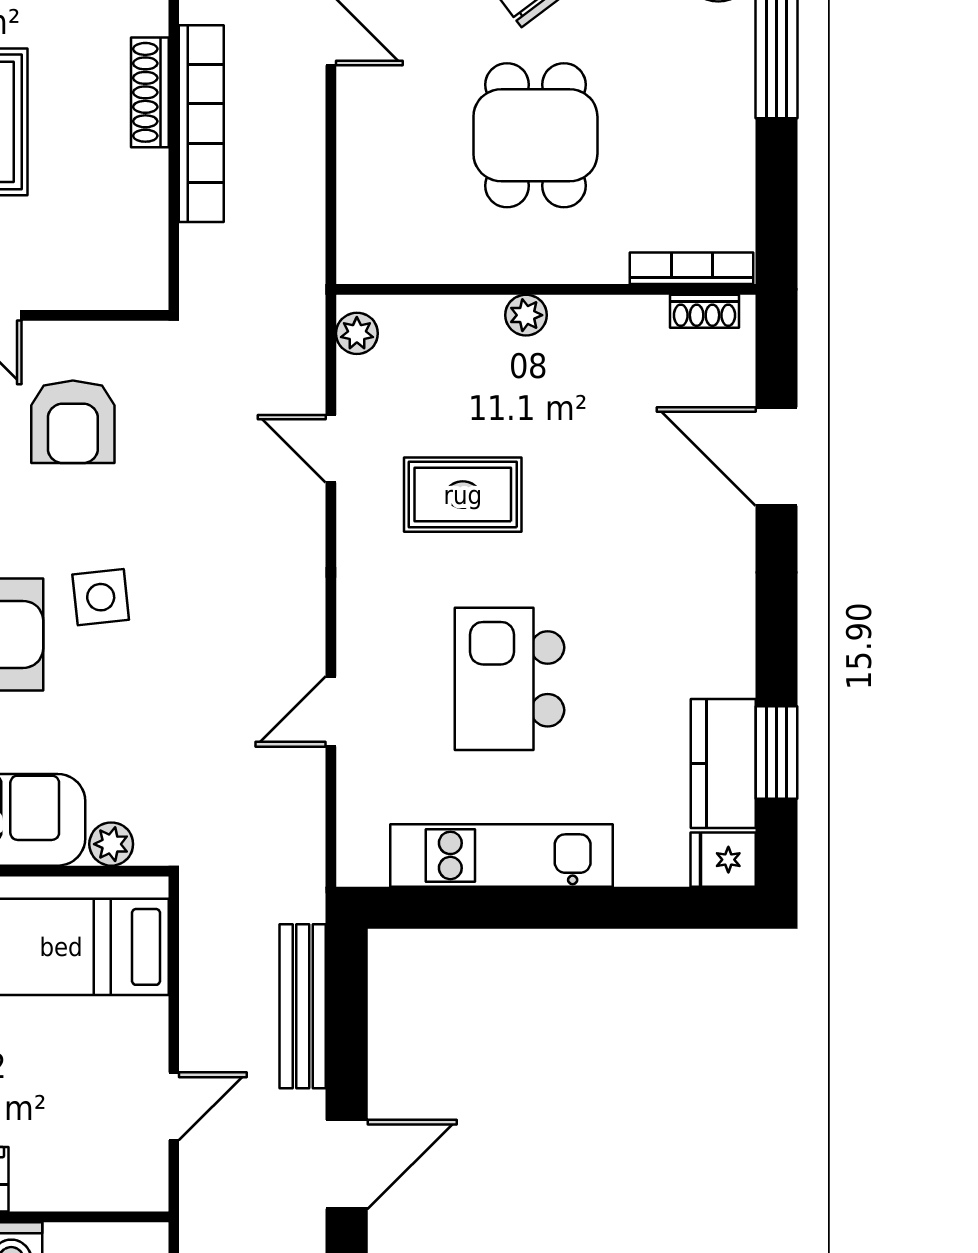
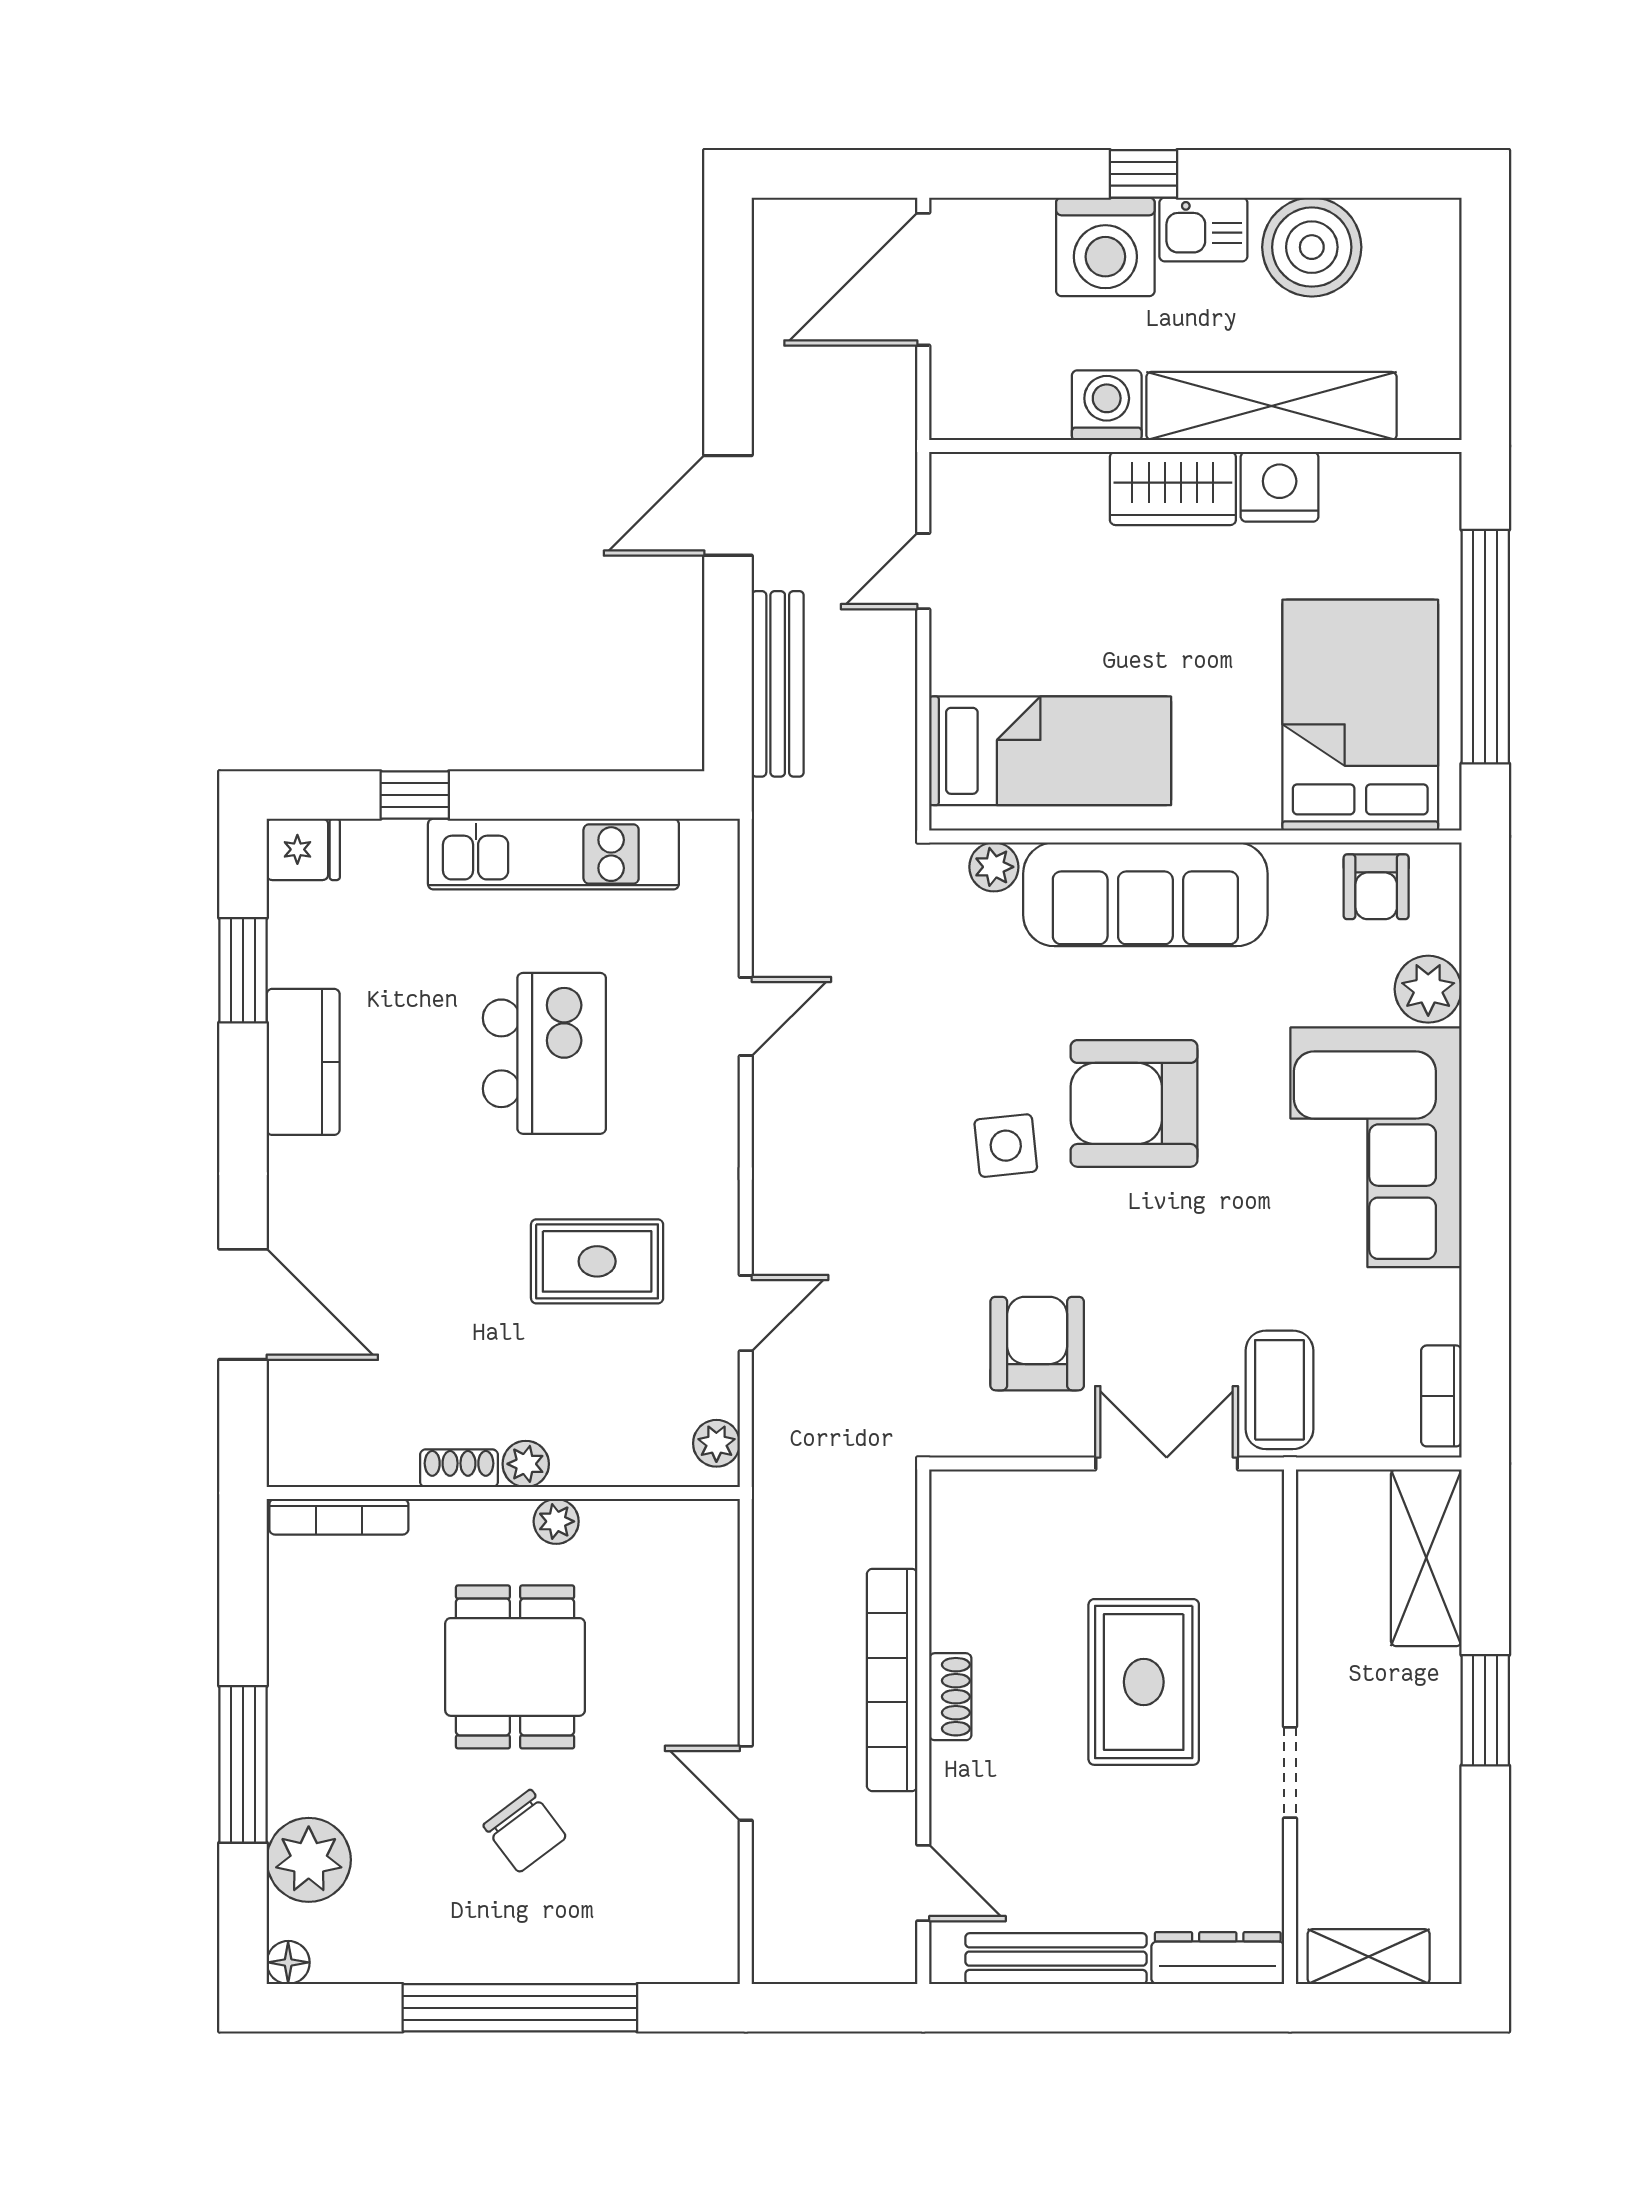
shoe rack: (150, 92) -> (950, 1697), width x0.70
plant: (499, 264) -> (556, 1521), added
shoe rack: (704, 311) -> (459, 1468), moved
door: (331, 449) -> (746, 1313), hinge flipped
kitchen counter: (723, 764) -> (303, 1062), moved
window: (624, 908) -> (415, 795), added

